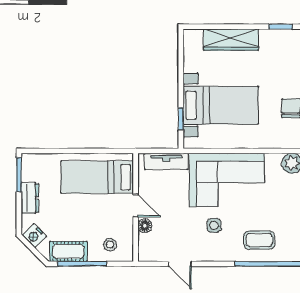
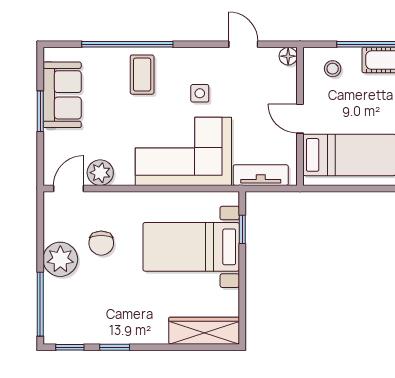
wardrobe: (231, 40) -> (204, 331), moved
floor lamp: (145, 226) -> (288, 56), moved
coffee table: (259, 240) -> (142, 75), turned 90

